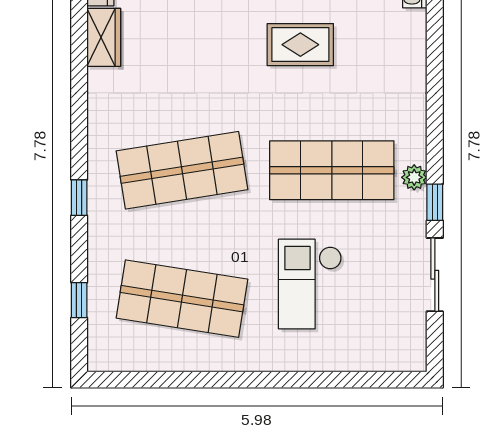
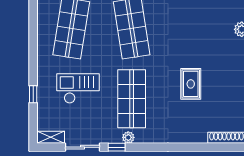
shelving: (414, 343) -> (51, 137), added
window: (322, 380) -> (33, 94), added

